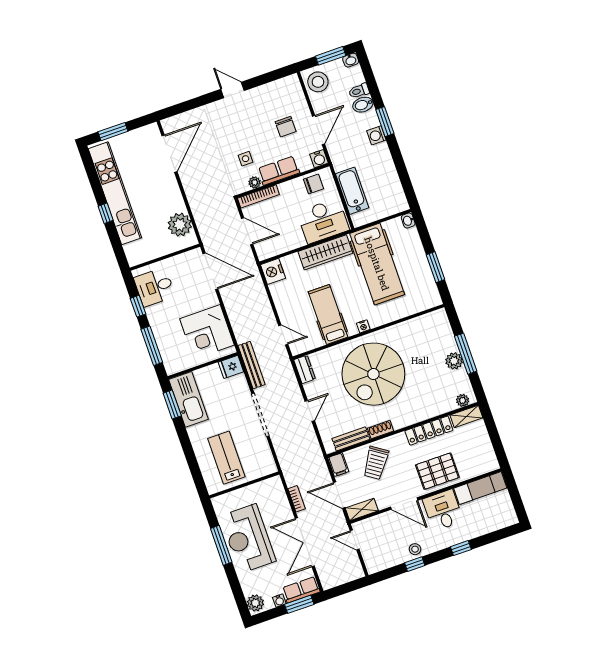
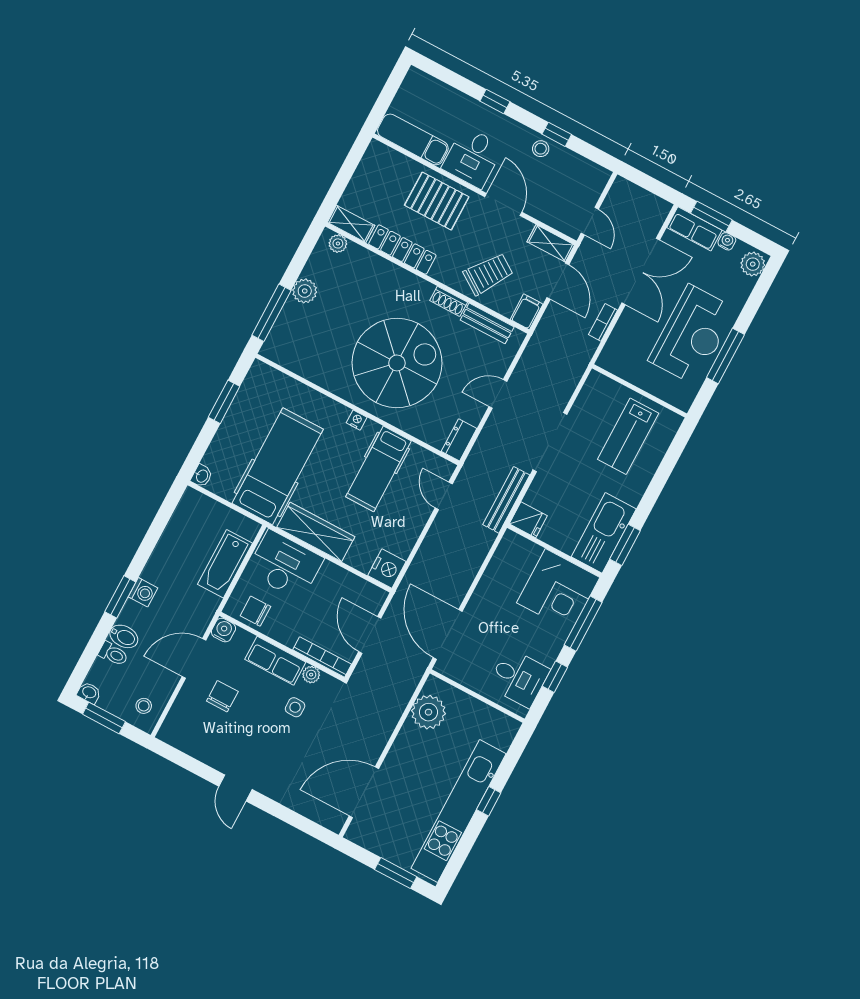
stool: (318, 82) -> (144, 706), width x0.53, depth x0.53
corner desk: (207, 332) -> (558, 590), moved, turned 90
window: (466, 354) -> (271, 313), moved

